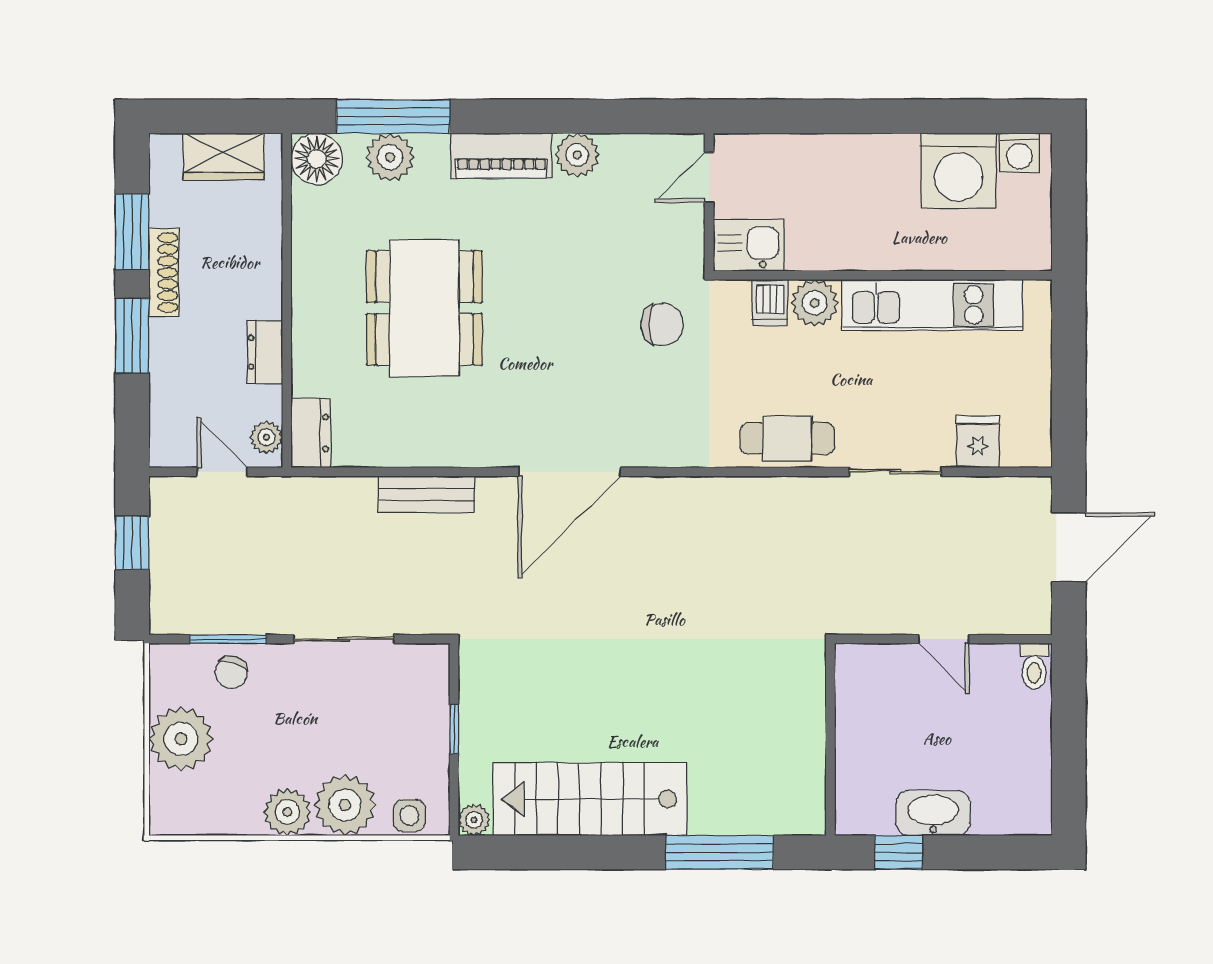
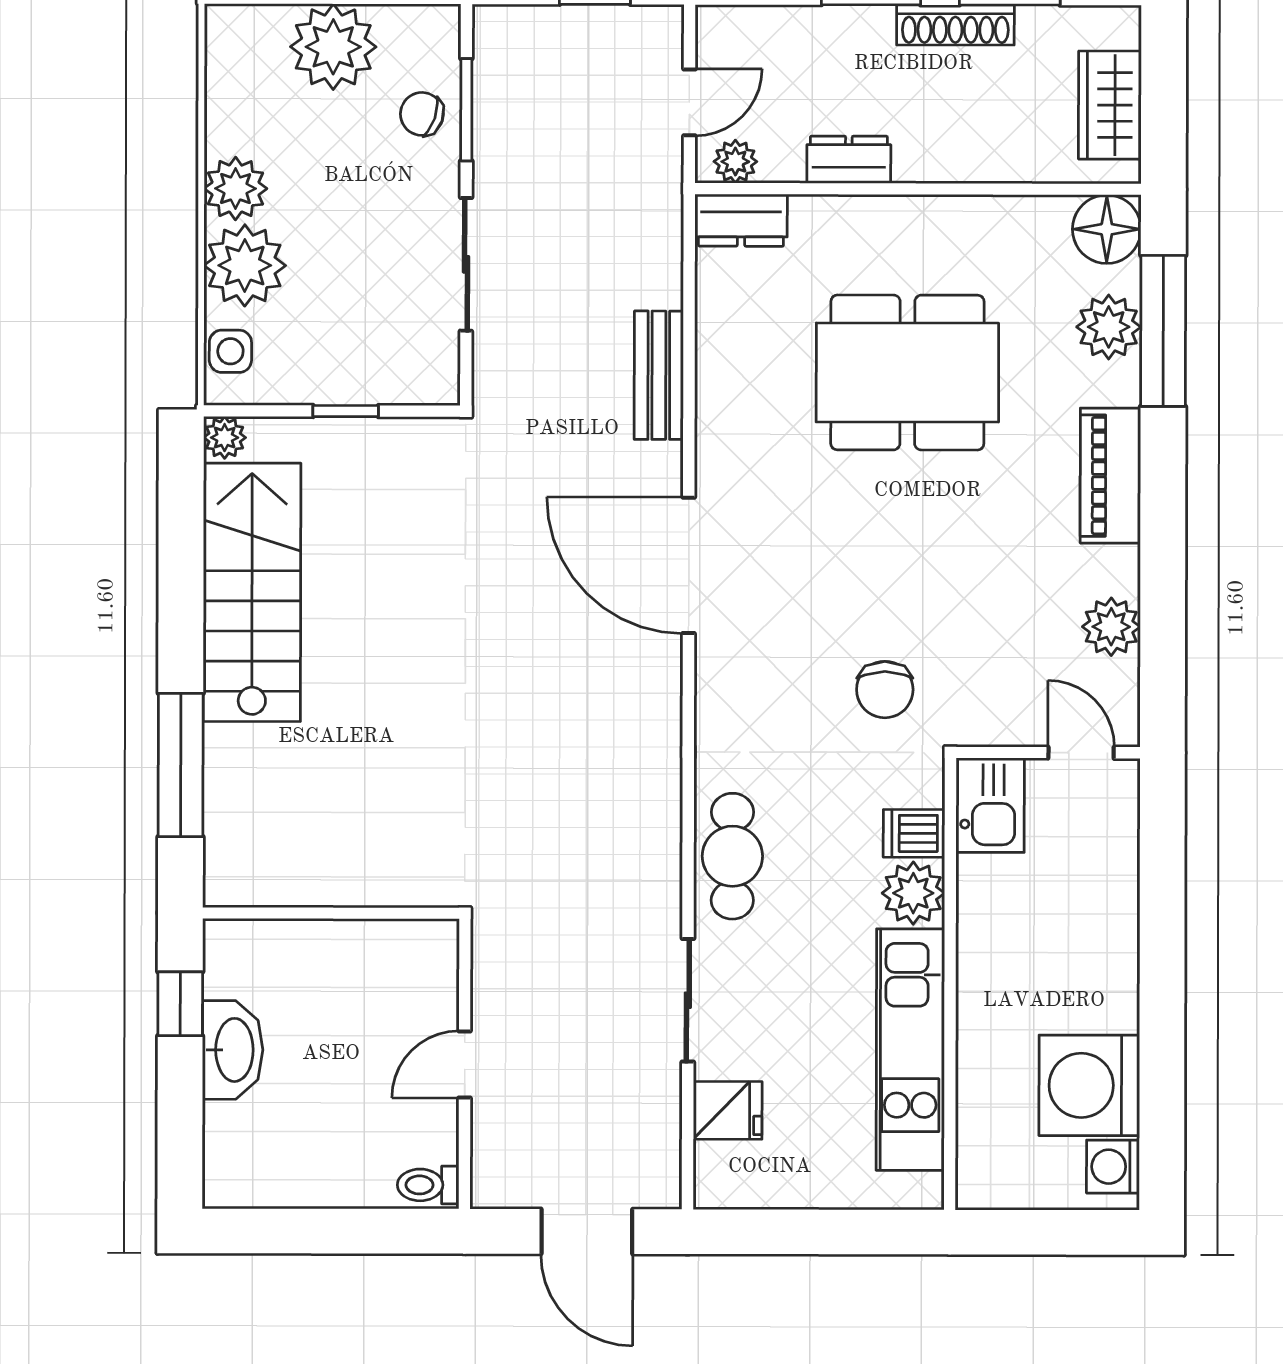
plant: (577, 155) -> (1111, 627), moved

